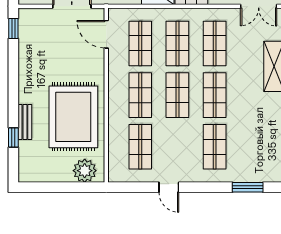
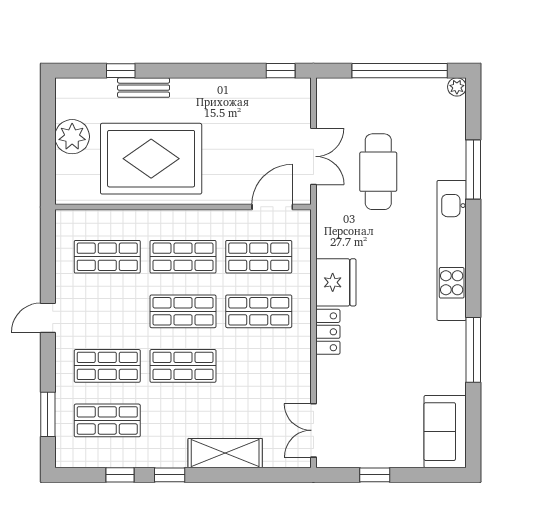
shop shelf: (215, 43) -> (107, 420), moved
plant: (85, 171) -> (72, 137), moved
door: (169, 187) -> (48, 318), moved

